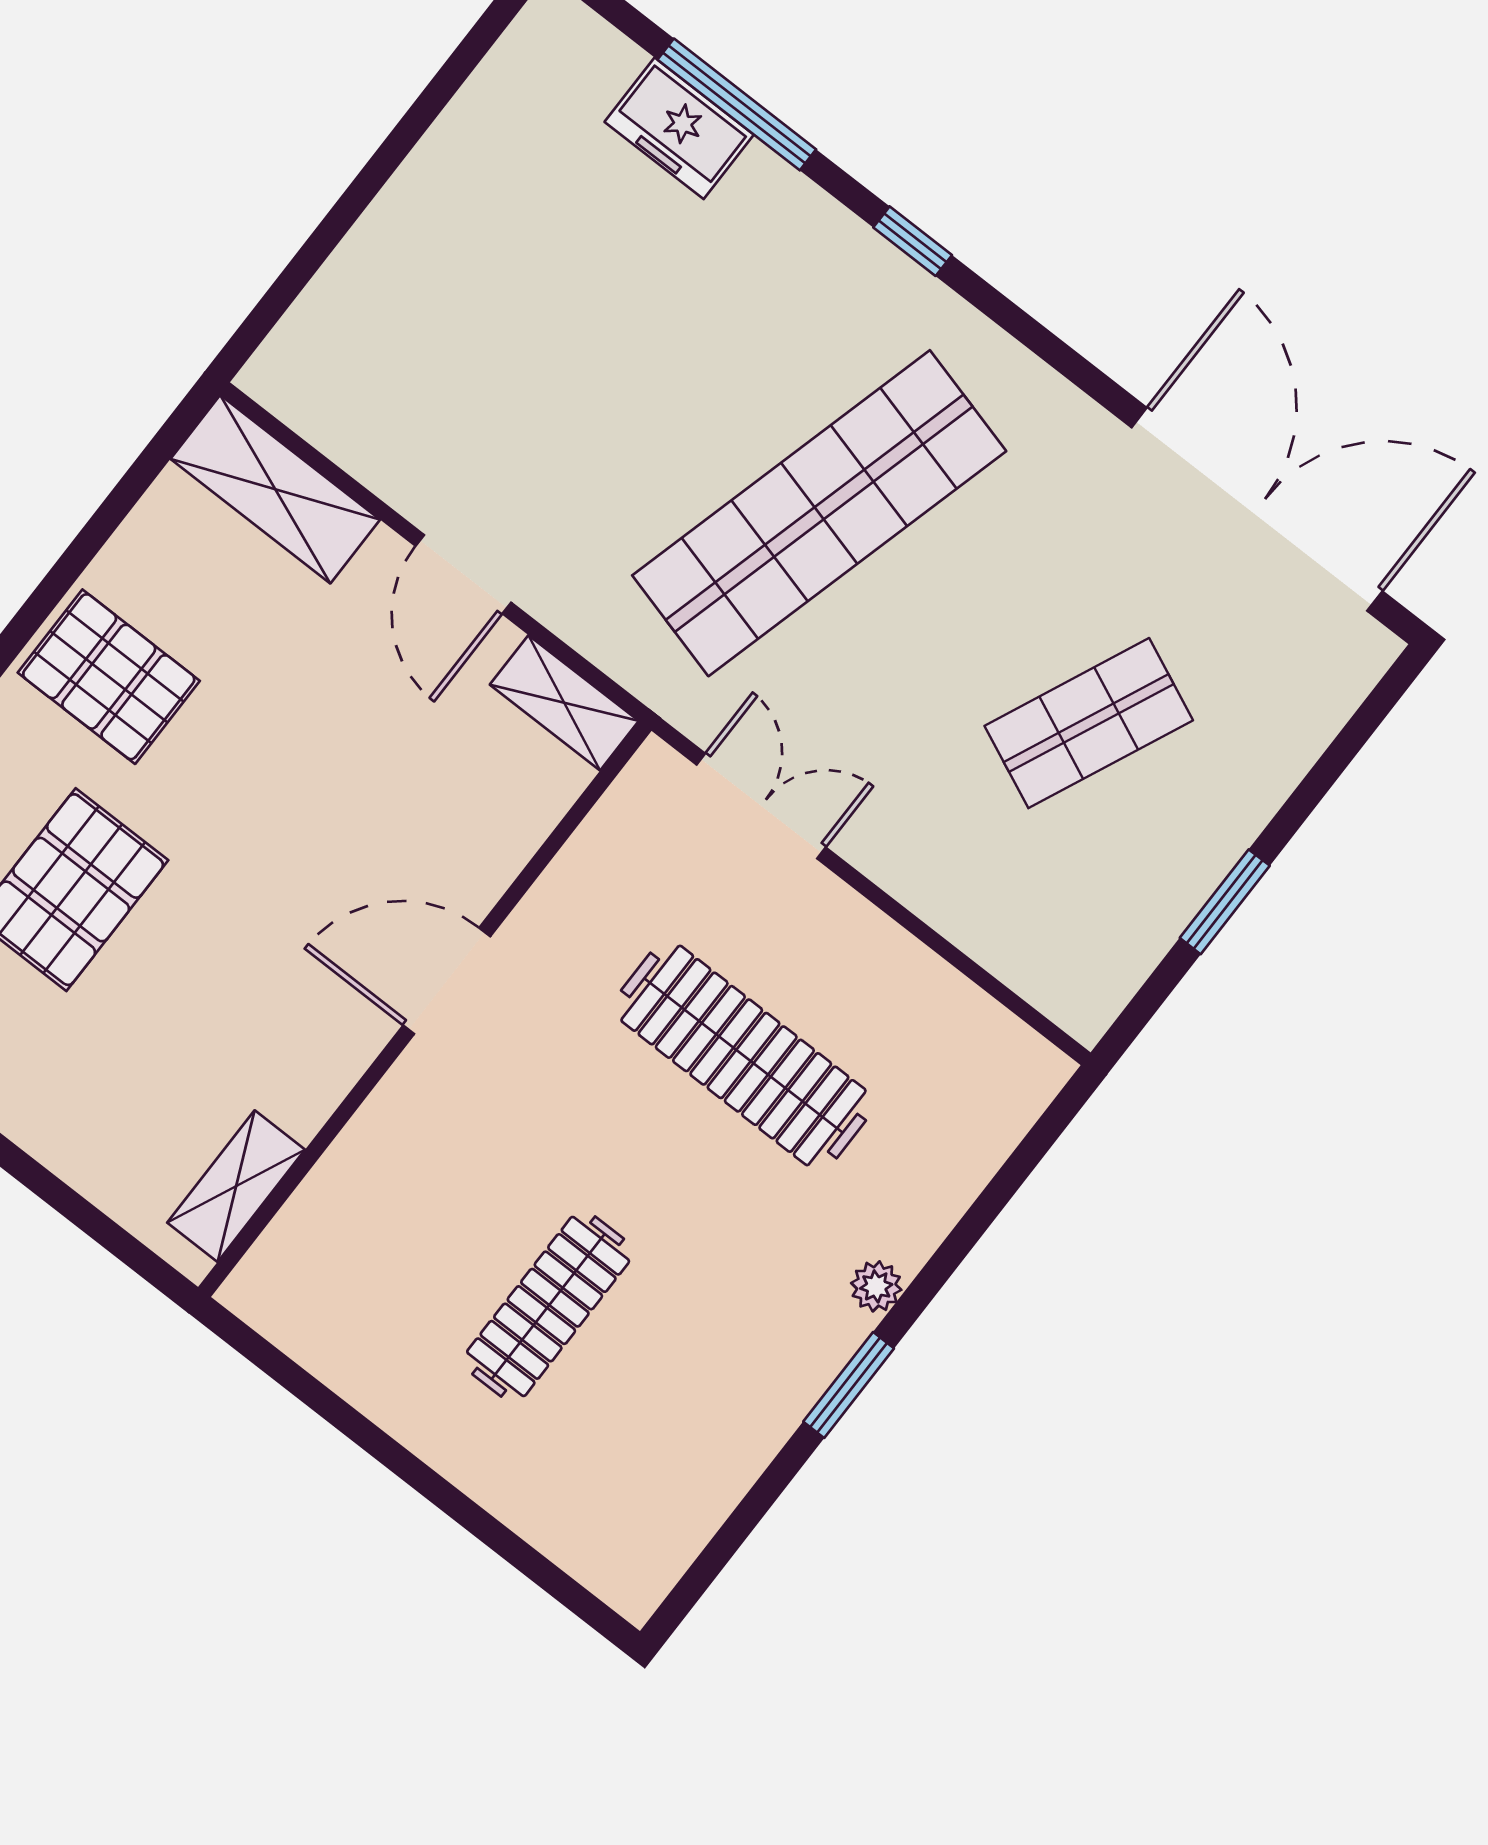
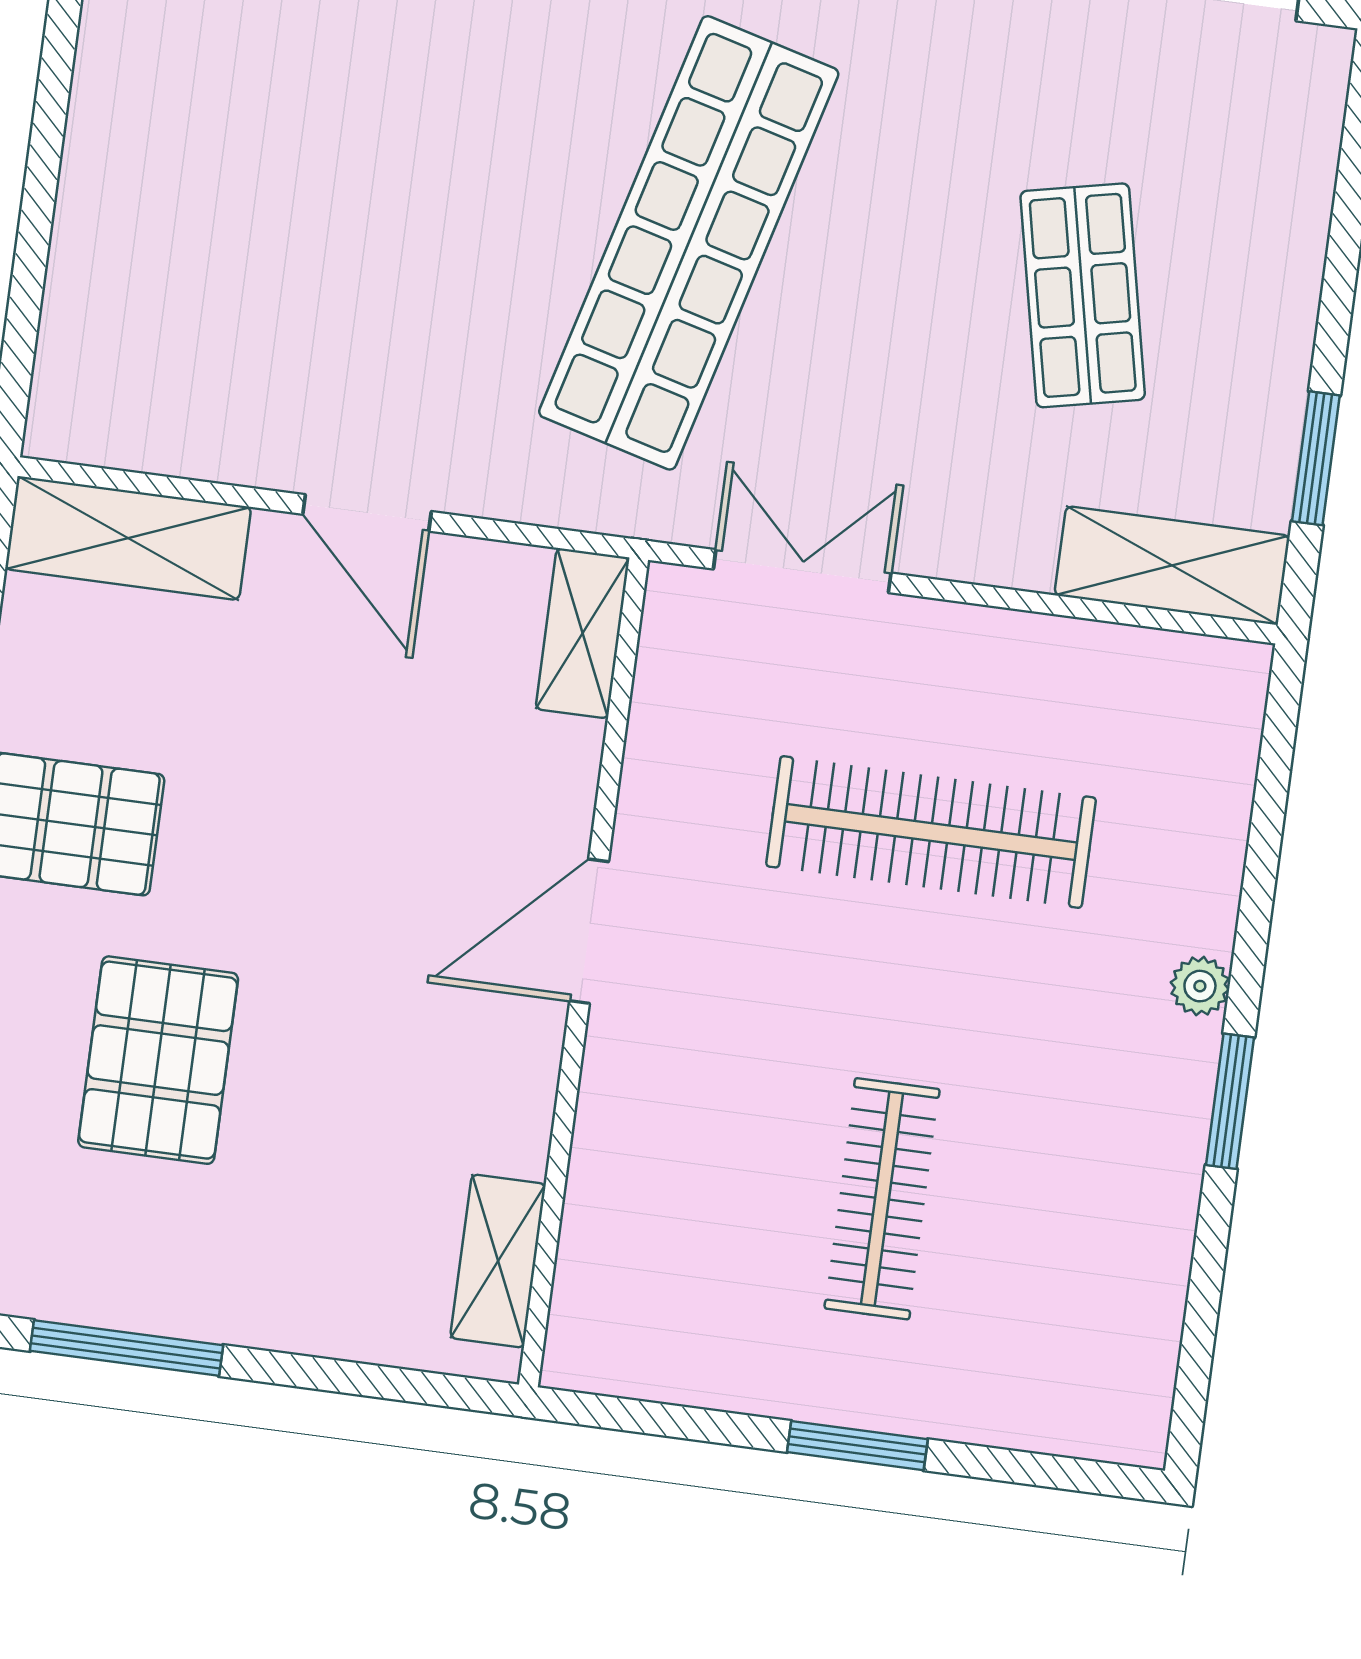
shelving: (564, 703) -> (582, 633), moved, turned 90
shop shelf: (1089, 723) -> (1083, 295), turned -36
window: (1225, 902) -> (1316, 458), moved
shelving: (1038, 962) -> (1172, 565), added
window: (423, 1479) -> (857, 1446), added

